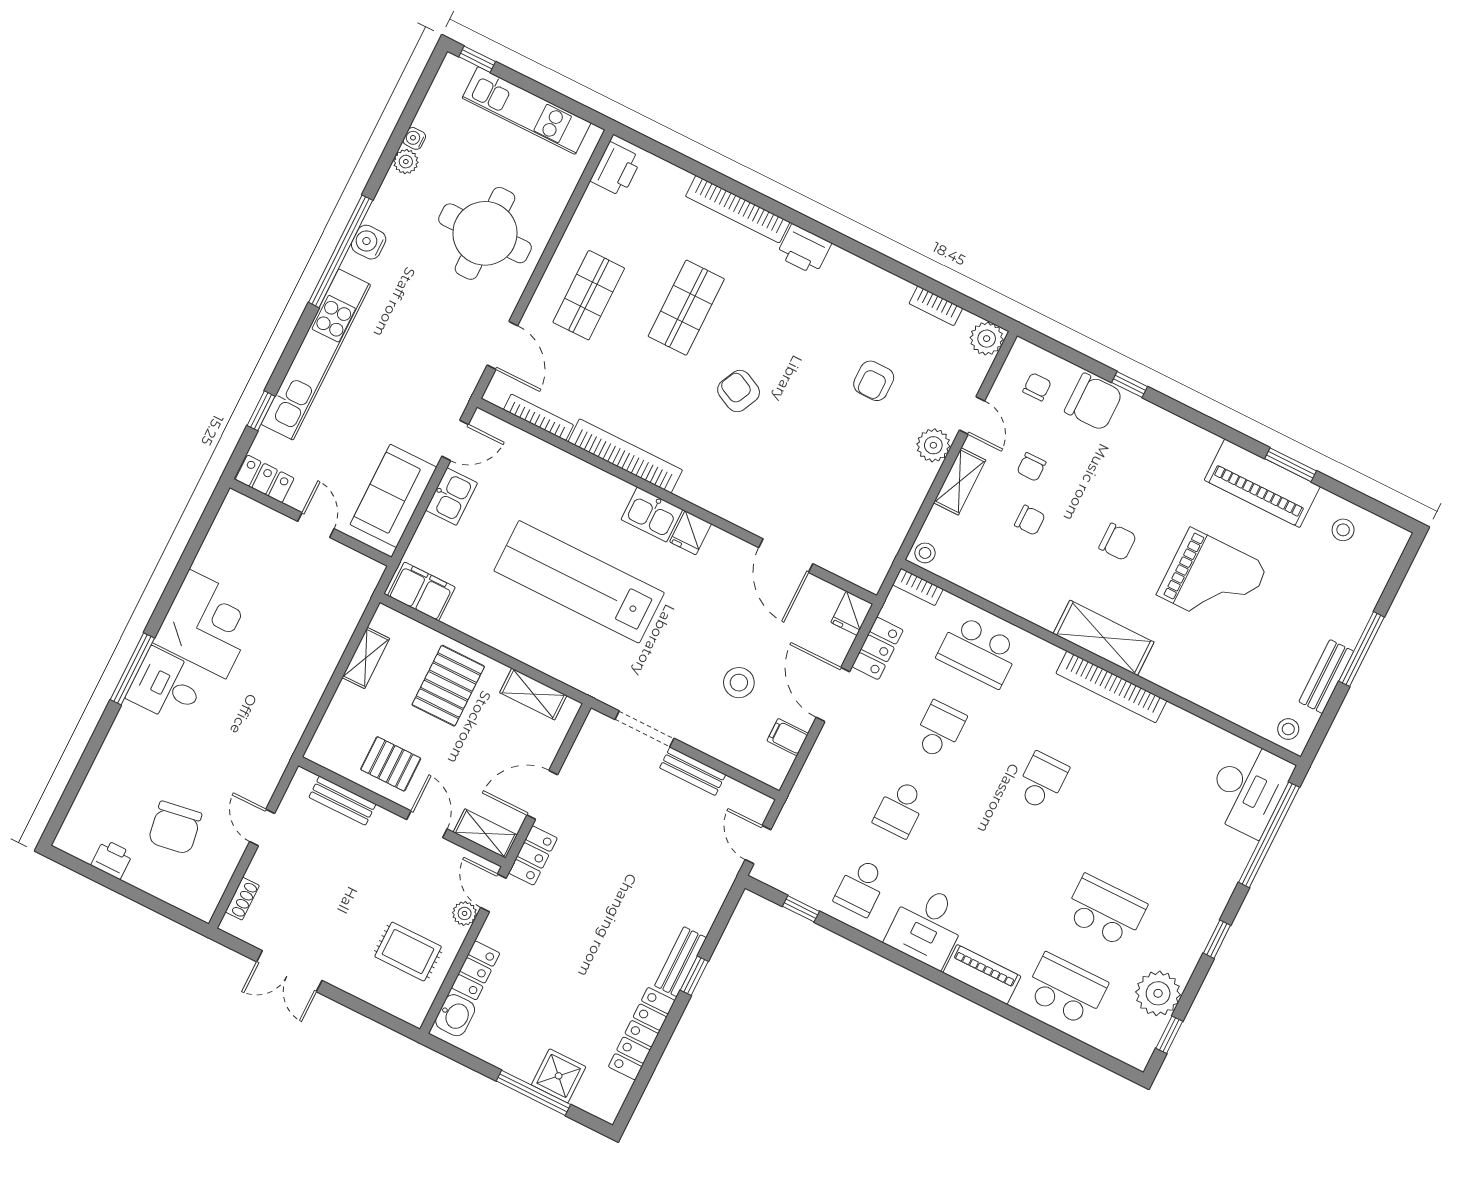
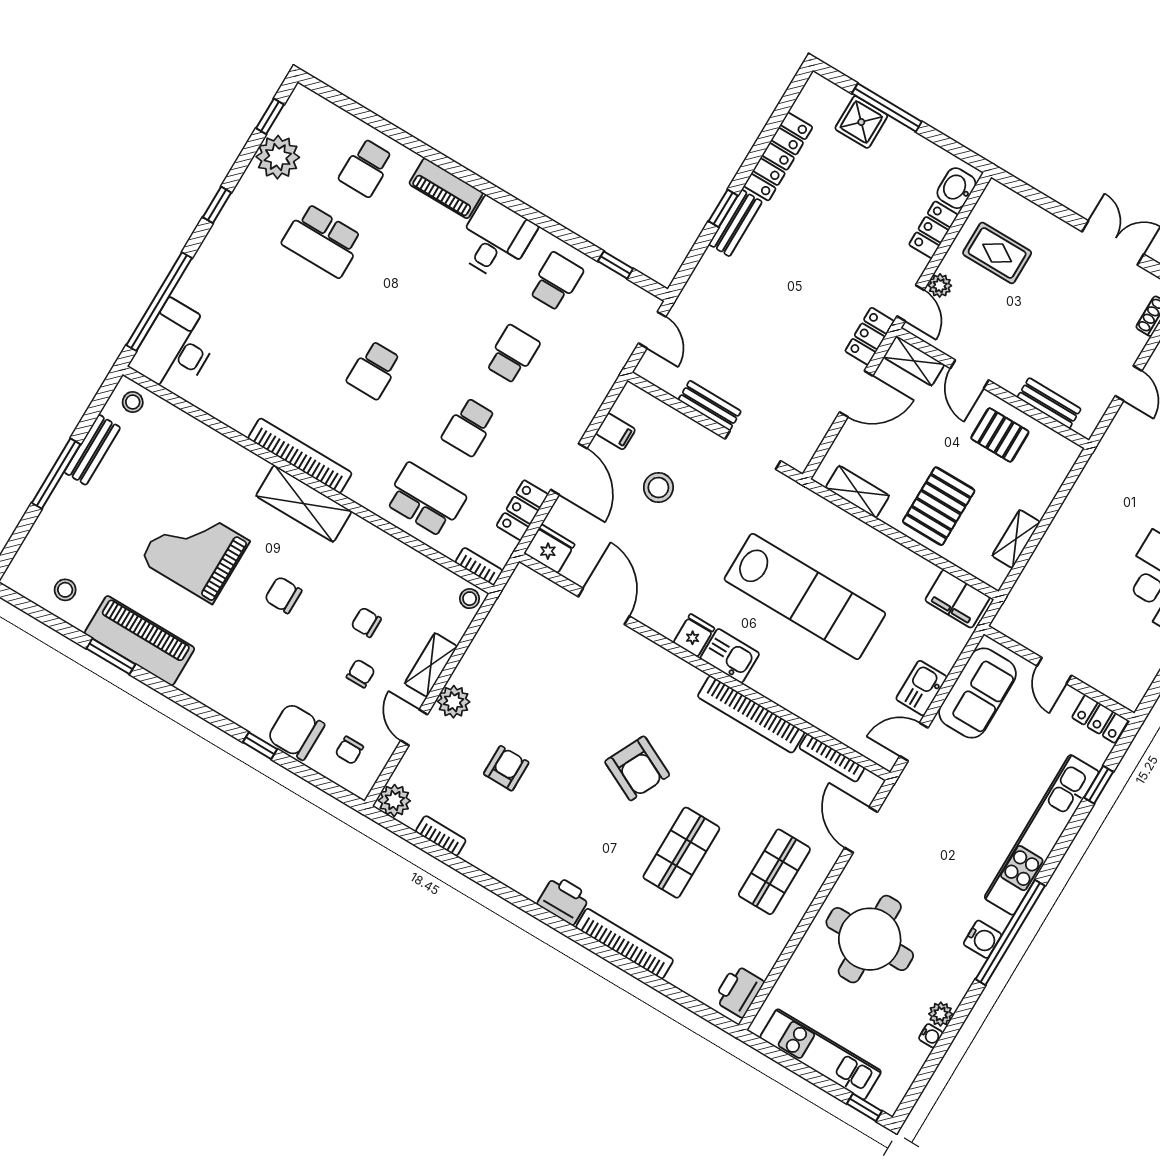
armchair: (739, 391) -> (637, 768), width x1.38, depth x1.38
fridge: (852, 613) -> (549, 549), width x1.38
school desk: (1066, 989) -> (366, 168), width x0.54

